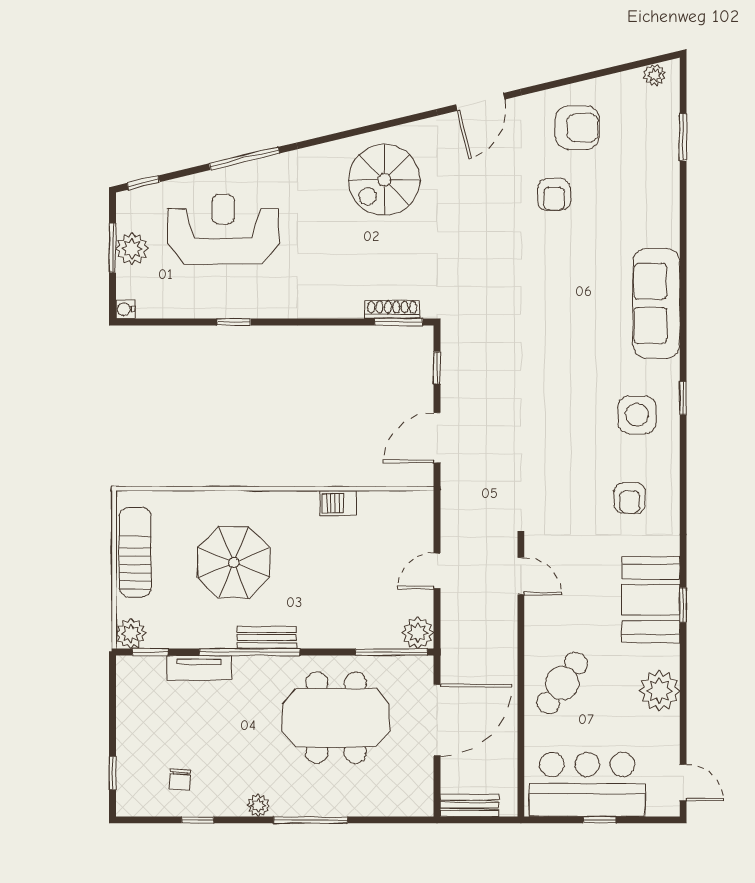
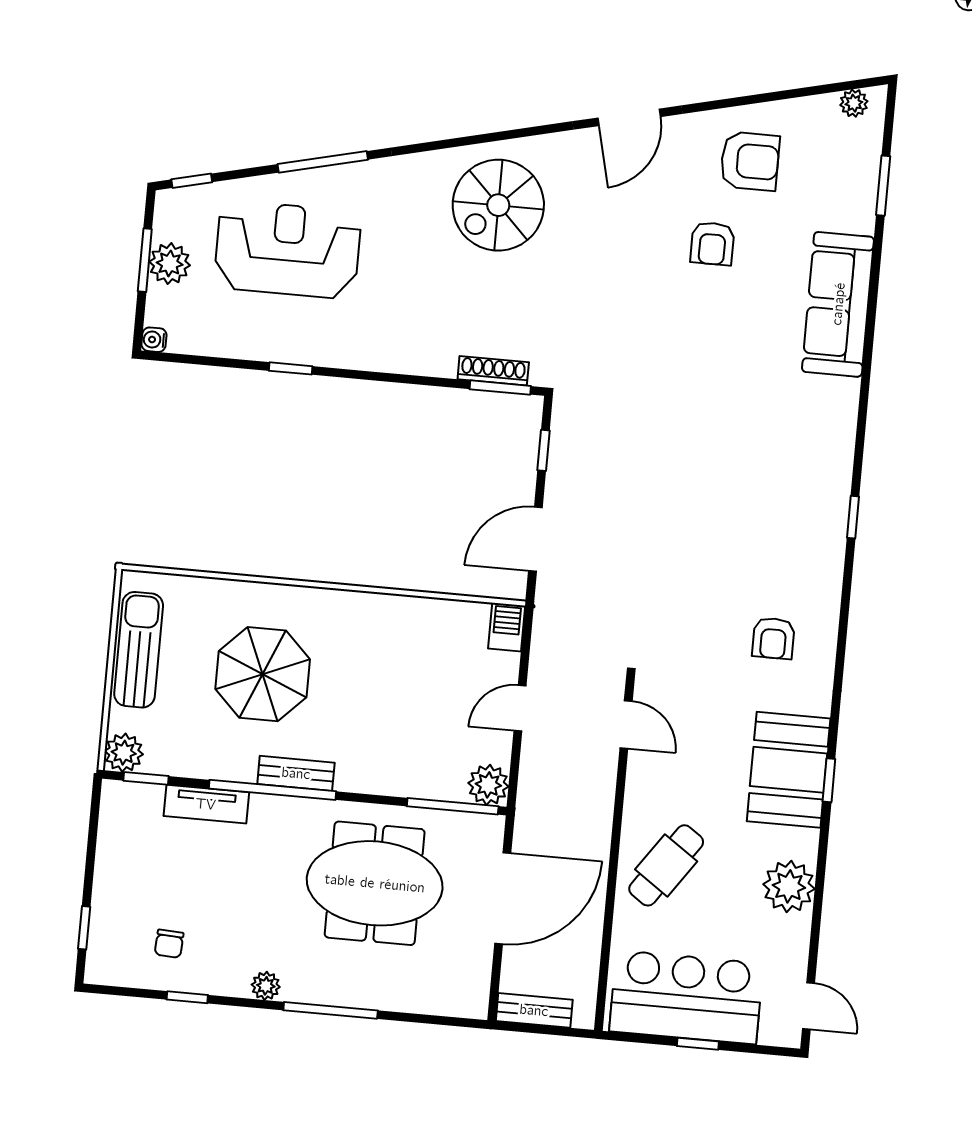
sofa: (656, 303) -> (838, 304), moved
side table: (637, 415) -> (792, 533), removed
barbecue: (338, 503) -> (507, 627), moved, turned 90

